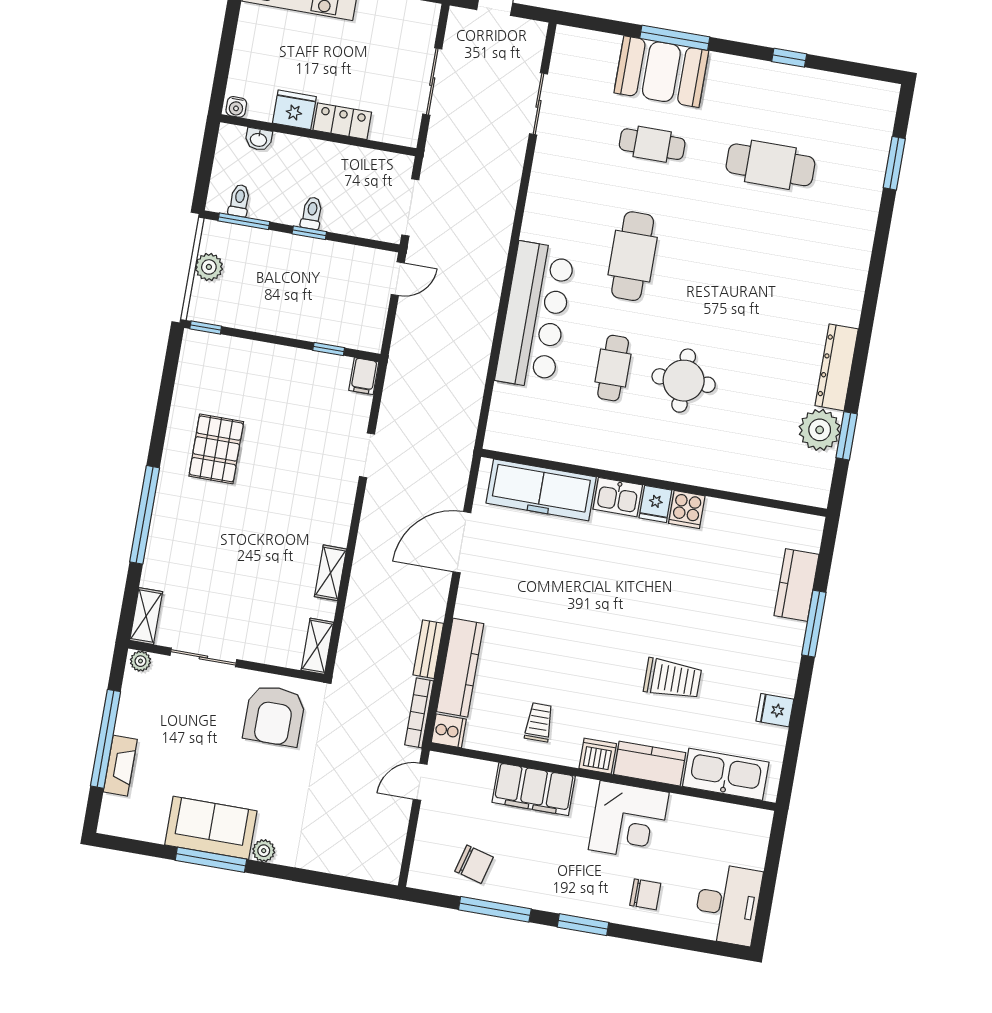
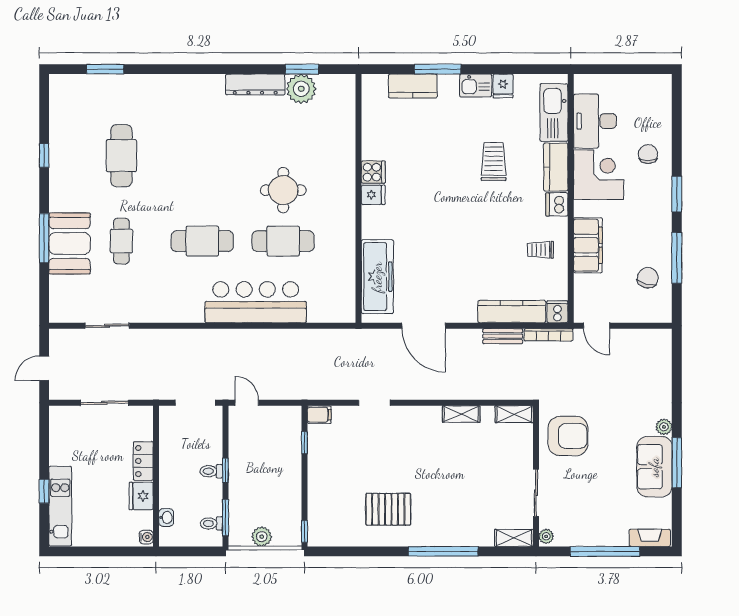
cafe table: (613, 368) -> (283, 241), width x1.37, depth x1.35
kitchen sink: (618, 497) -> (476, 85), moved, turned 90
fireplace: (120, 766) -> (650, 538), moved
desk: (728, 904) -> (595, 121), moved, turned -90

